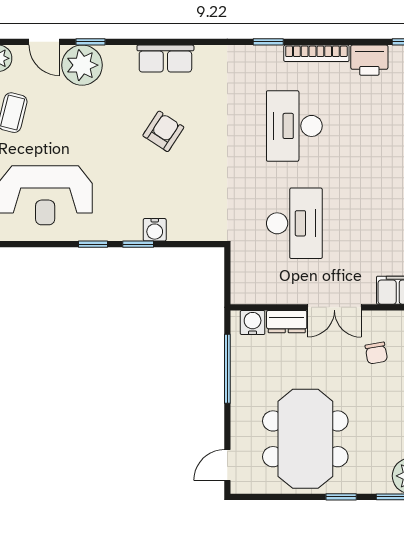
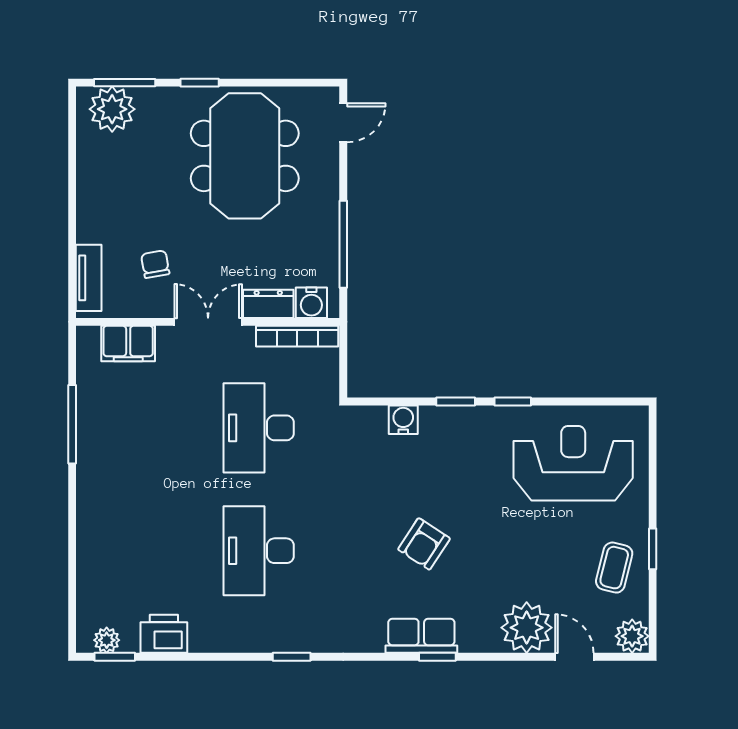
window: (90, 42) -> (437, 657), moved
bookcase: (316, 53) -> (297, 336), moved, turned 180
desk: (294, 126) -> (259, 551), turned 180
water cooler: (155, 230) -> (403, 420), moved

